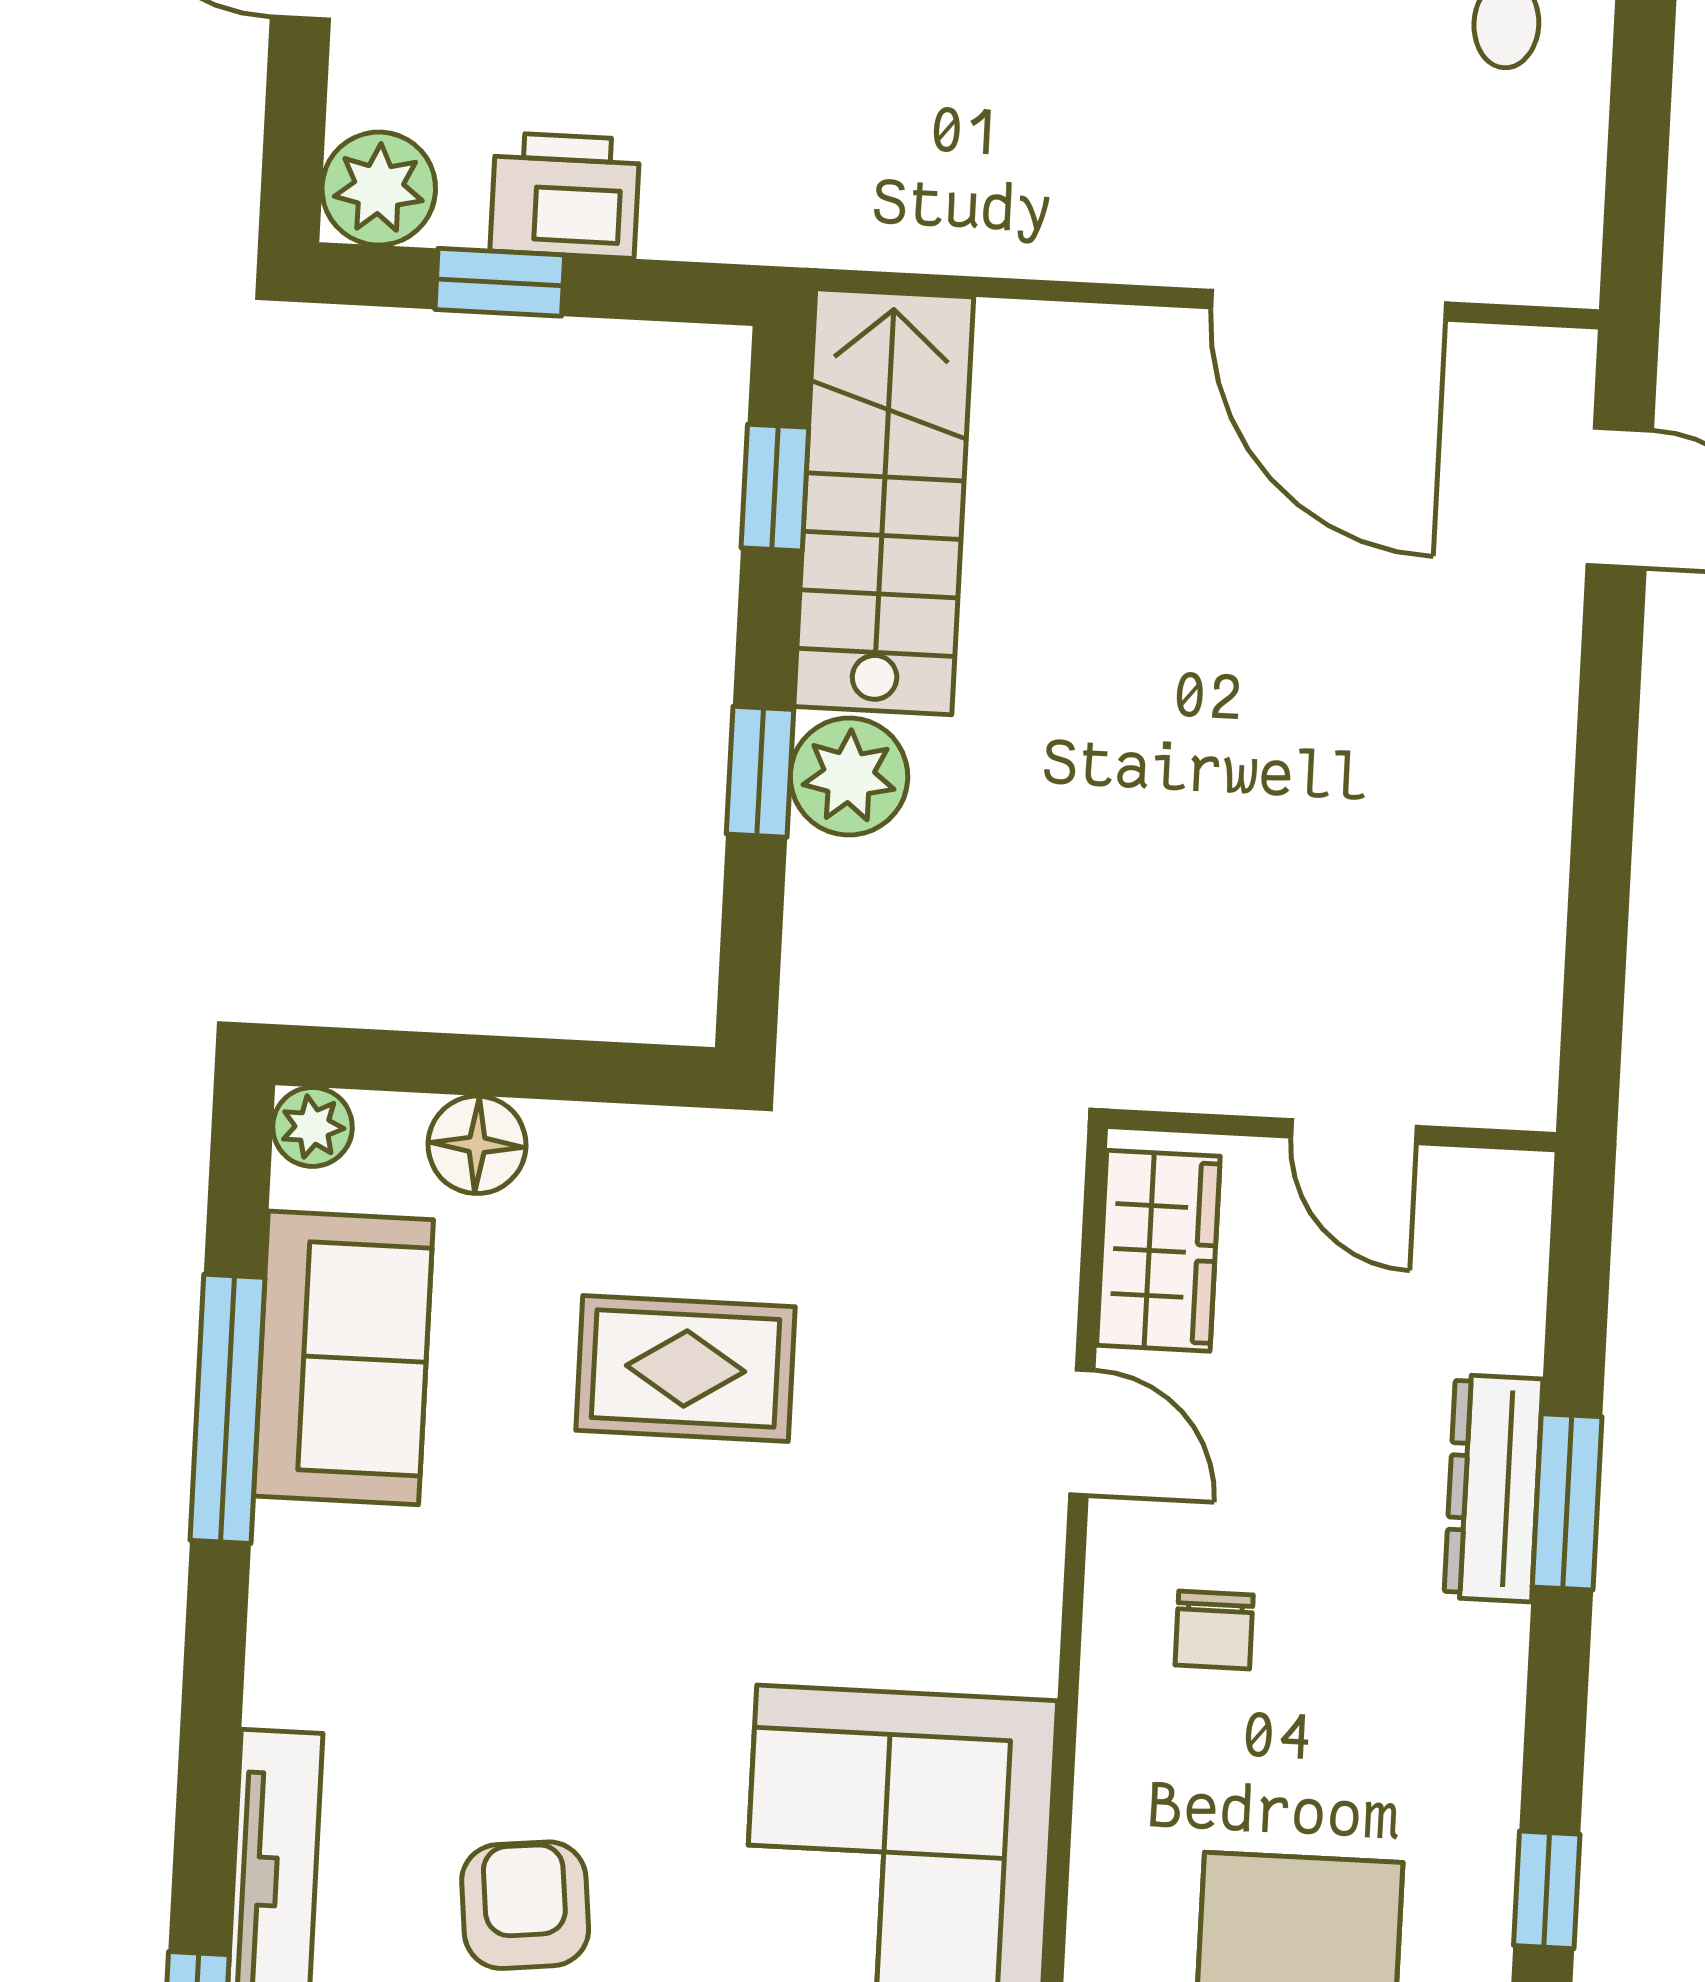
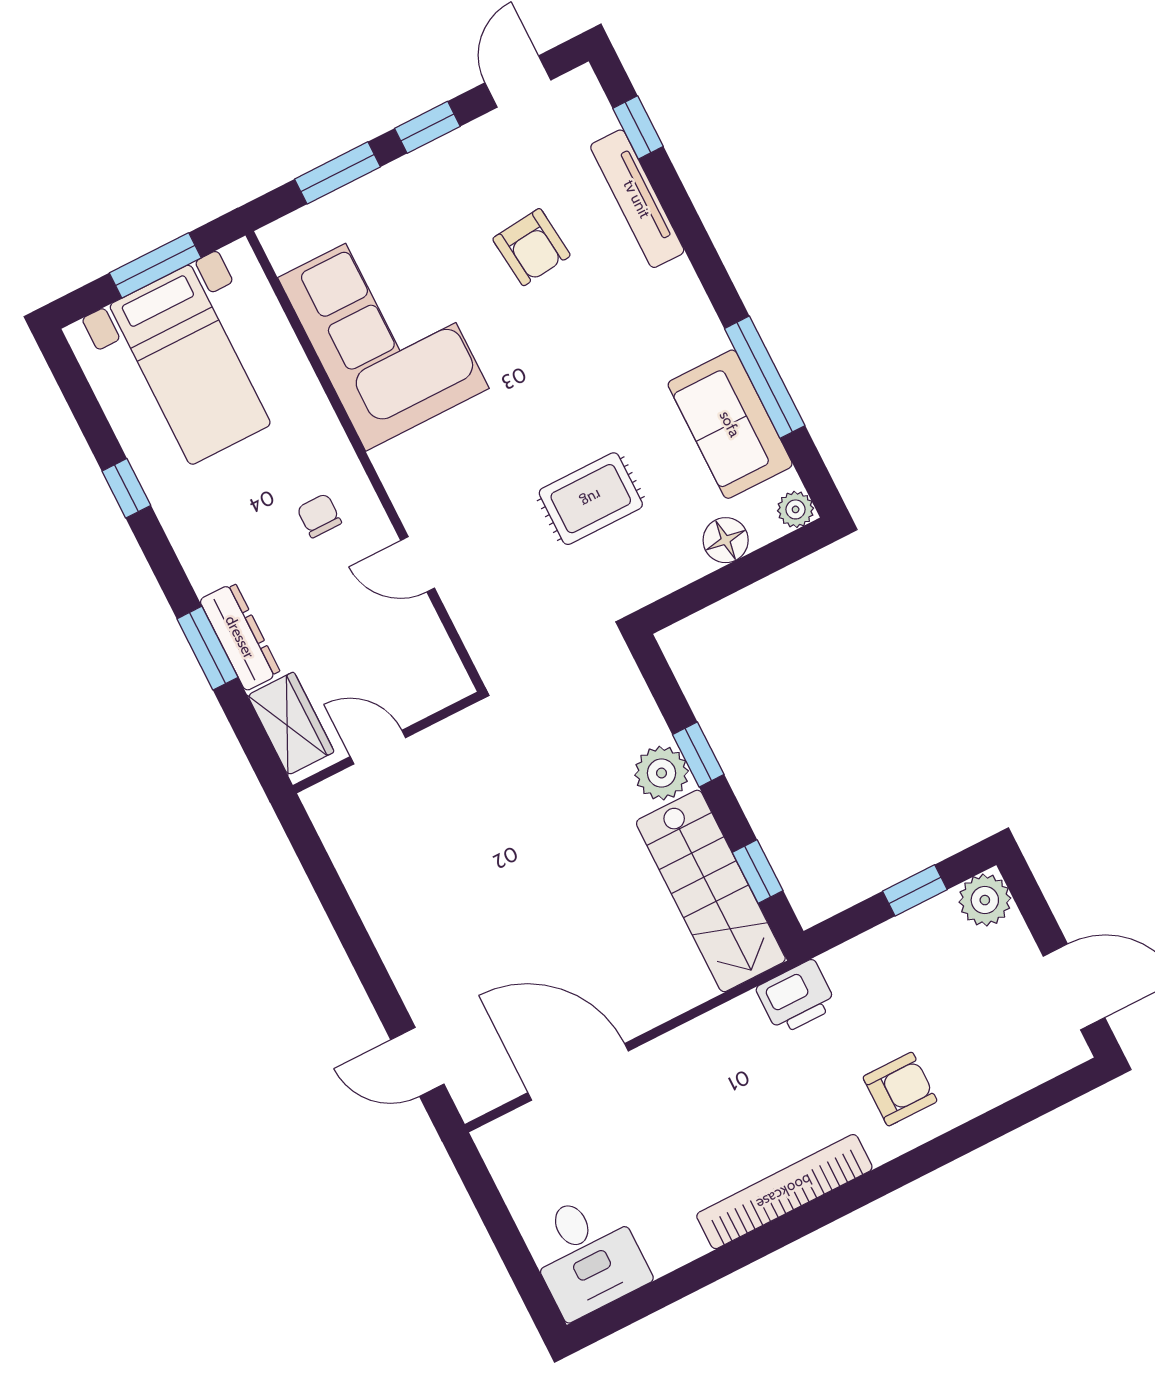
printer: (565, 195) -> (796, 997), moved
wardrobe: (1158, 1251) -> (291, 724), moved, turned 180

